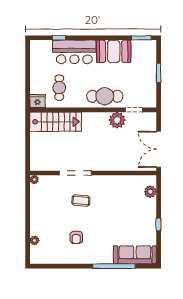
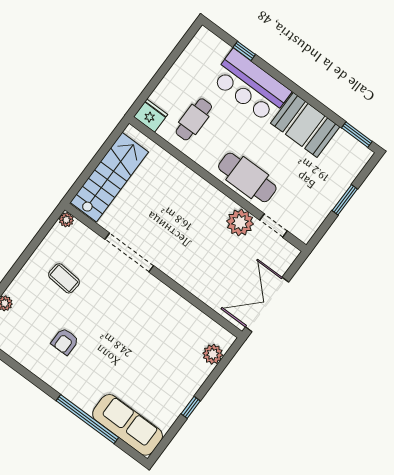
stairs: (56, 122) -> (109, 177), moved, turned -90
coffee table: (81, 200) -> (64, 278), moved

